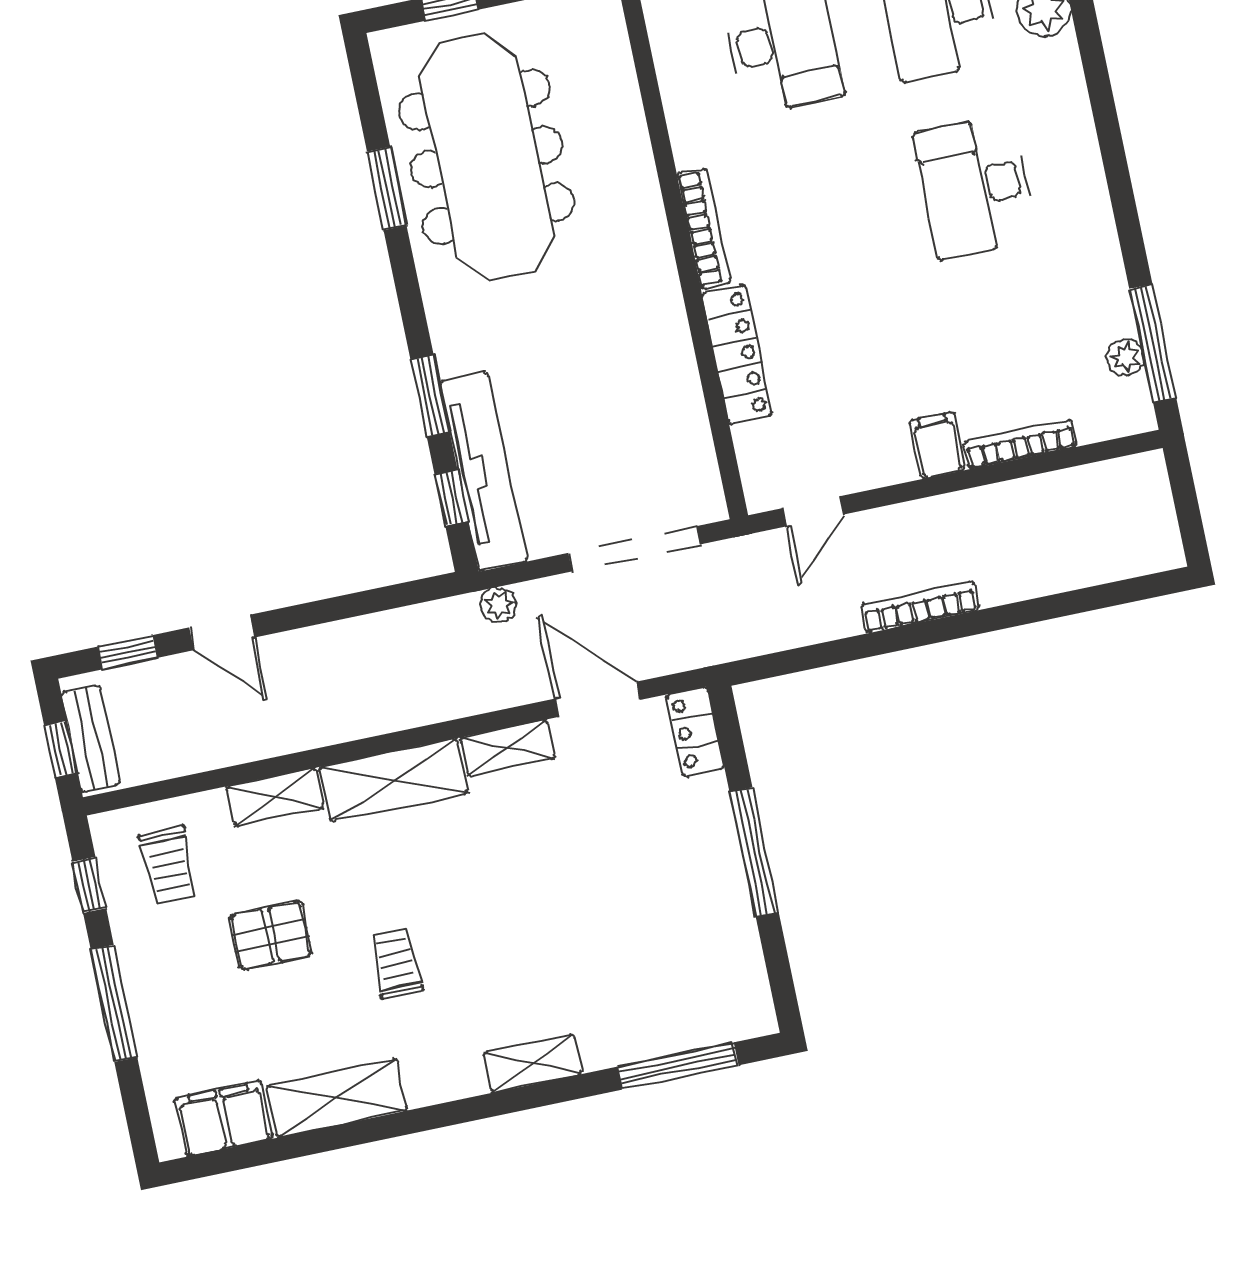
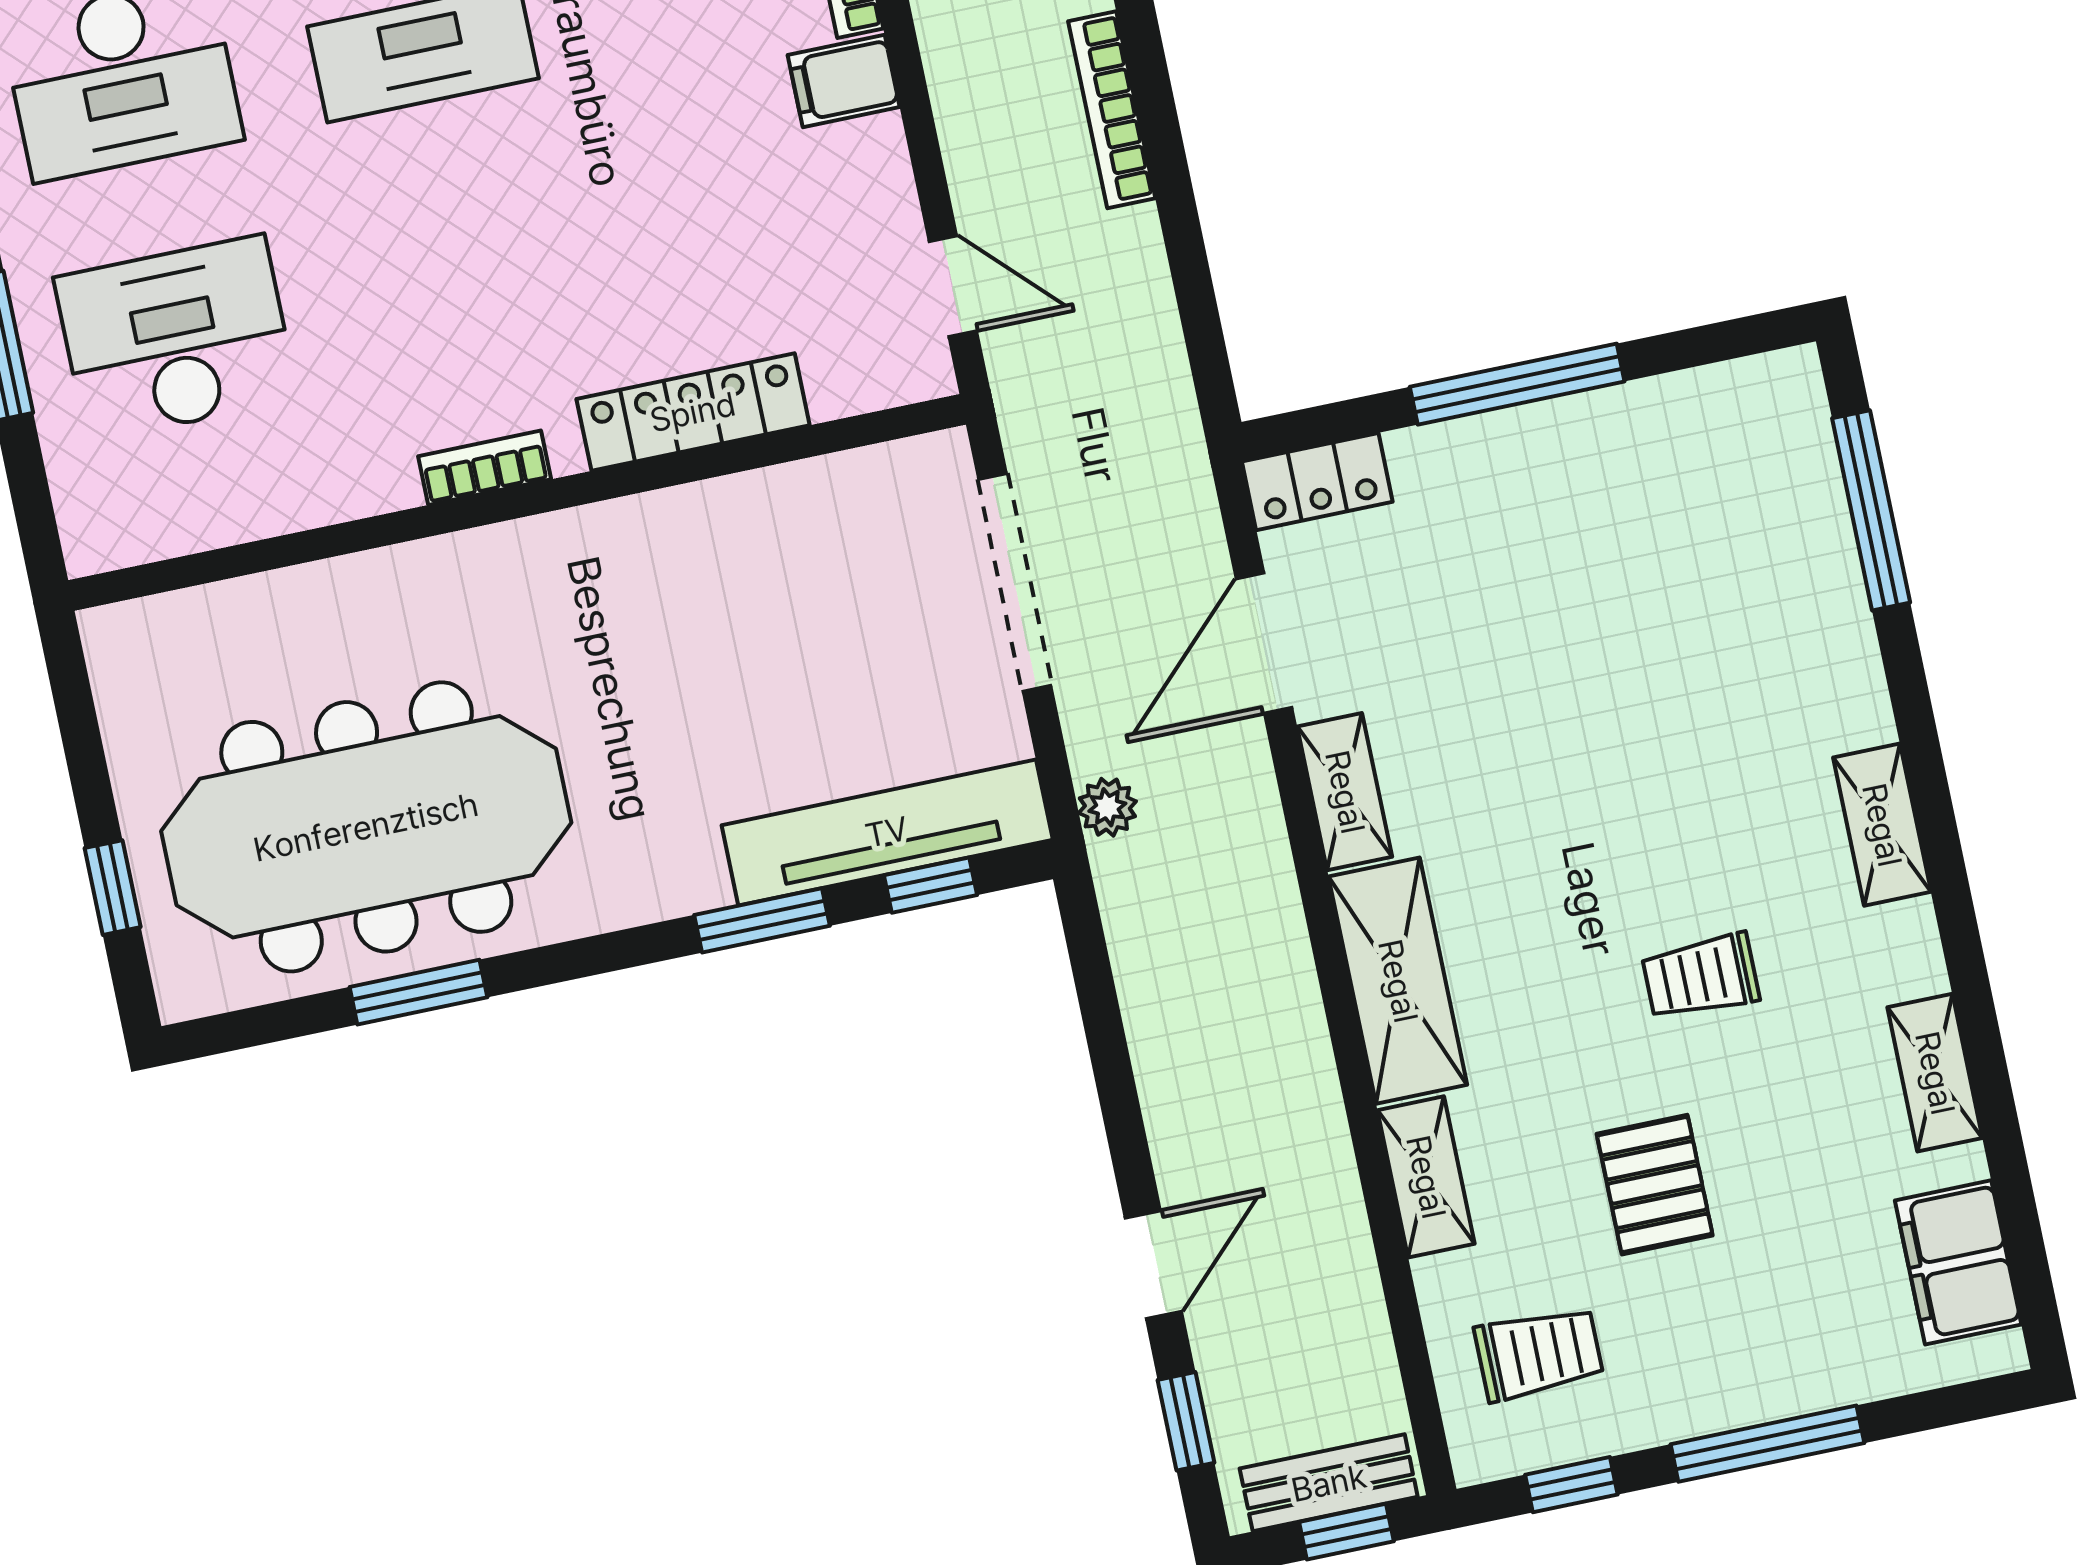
bookcase: (704, 228) -> (485, 468), width x0.64
shelving: (533, 1063) -> (1882, 825), moved
shelving: (337, 1098) -> (1935, 1073), width x0.67, depth x0.75

